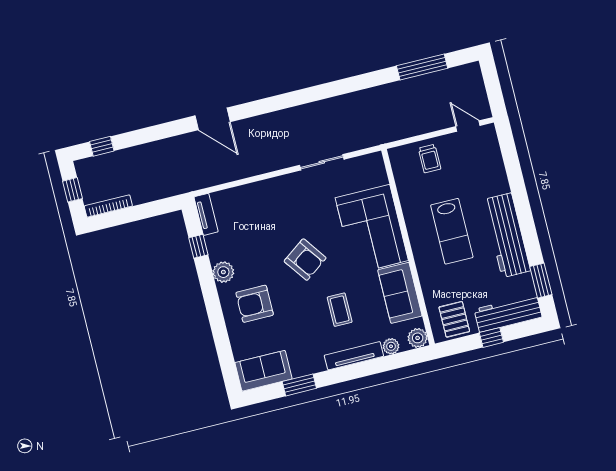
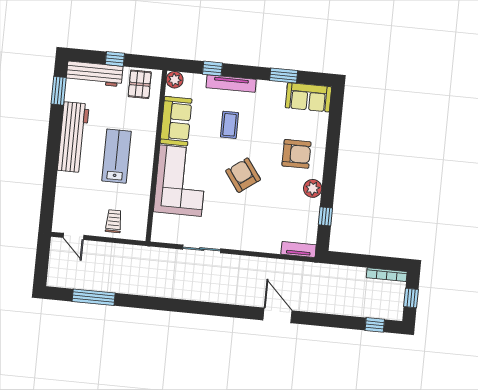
tv unit: (206, 214) -> (299, 249), moved, turned 90
plant: (391, 346) -> (199, 81), removed
window: (380, 365) -> (212, 69), added

